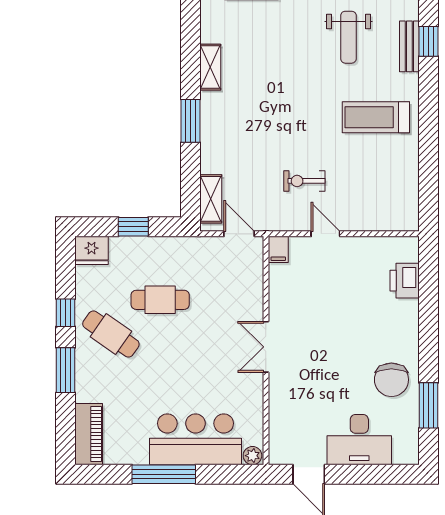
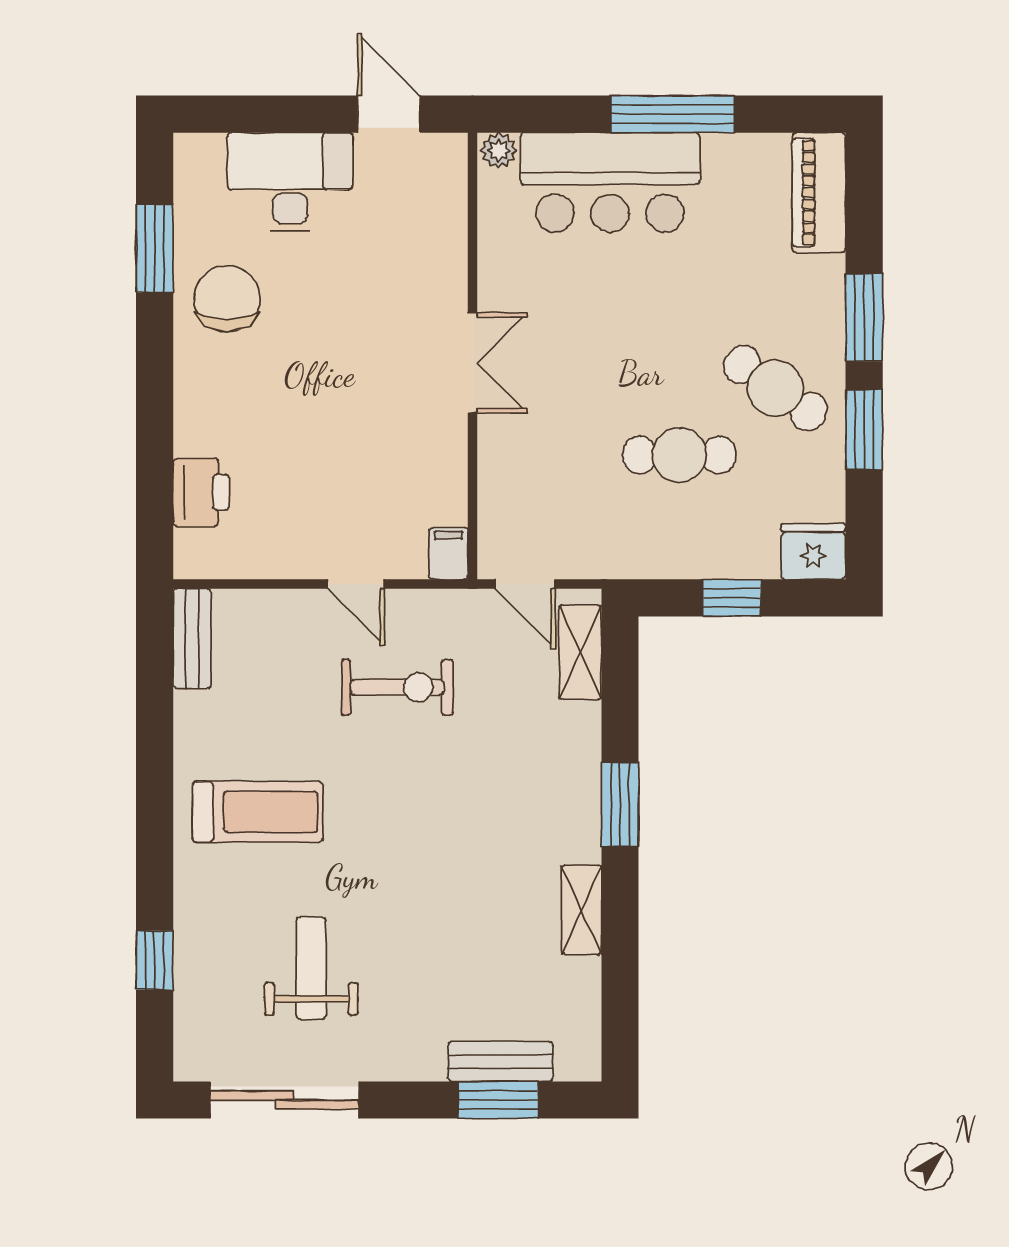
bench: (409, 46) -> (192, 639), moved
exercise bike: (304, 181) -> (397, 687), width x1.38, depth x1.39
window: (66, 313) -> (864, 430), width x1.50

